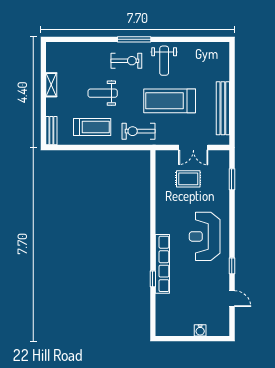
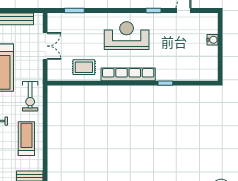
rug: (188, 179) -> (84, 67), moved, turned 90
reception desk: (205, 236) -> (127, 36), turned 180
row of seats: (162, 264) -> (128, 74), moved

